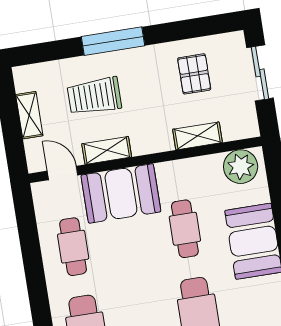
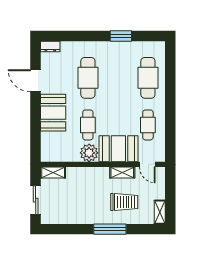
pallet: (194, 74) -> (70, 205), removed
shelving: (29, 115) -> (160, 212), moved
shelving: (198, 136) -> (53, 172), moved
plant: (241, 167) -> (89, 153), moved

